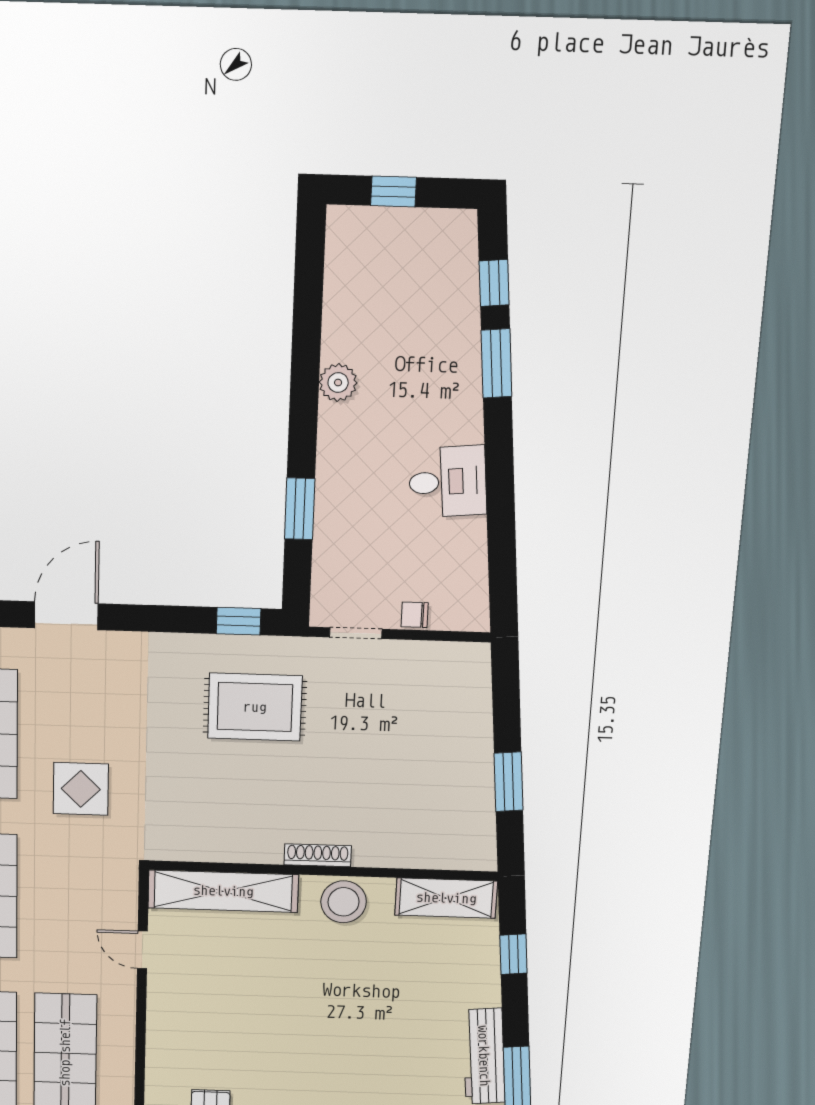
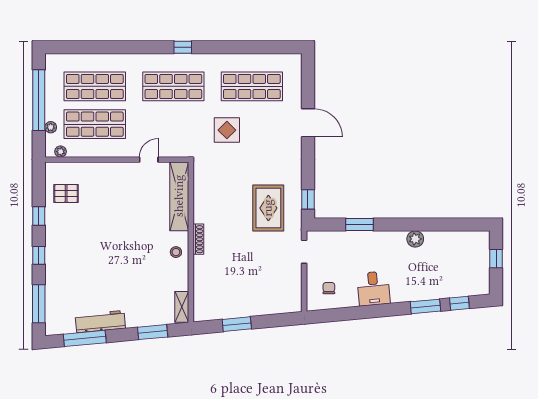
chair: (415, 615) -> (329, 288), moved
shelving: (446, 898) -> (182, 307), width x0.67, depth x0.75
stool: (344, 902) -> (176, 252), width x0.53, depth x0.53
window: (513, 954) -> (153, 332), width x1.50

